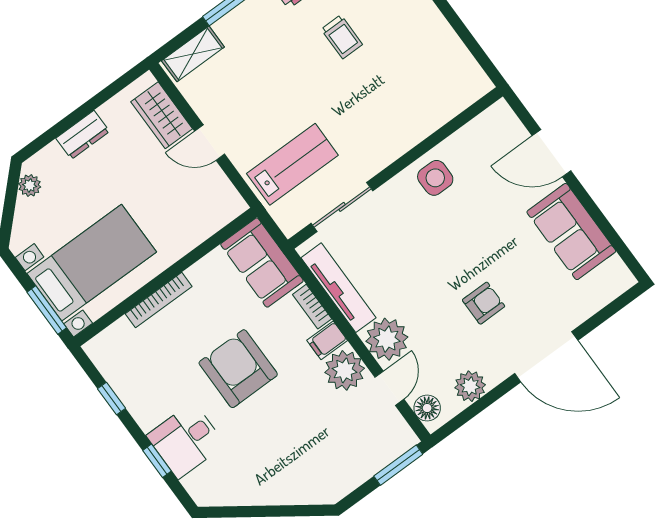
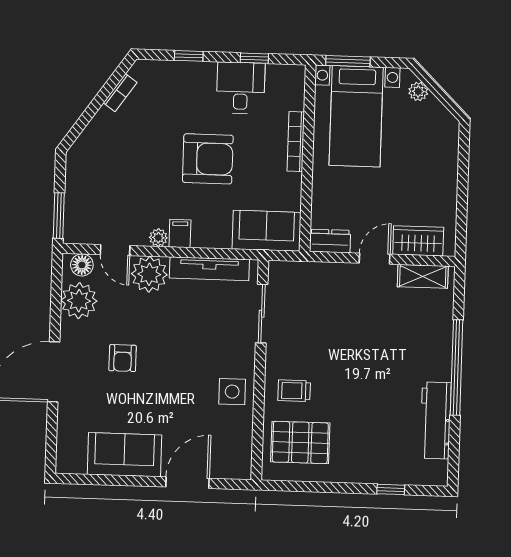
trolley: (342, 37) -> (294, 391), moved
shelving: (193, 54) -> (423, 276), moved, turned 90
pallet: (433, 78) -> (300, 442), added
dresser: (83, 135) -> (330, 241), moved, turned 90
lab bench: (292, 164) -> (316, 303), removed
plant: (30, 185) -> (418, 91), moved
bookcase: (312, 307) -> (120, 93), moved, turned 125
plant: (345, 370) -> (158, 238), width x0.53, depth x0.53
plant: (470, 386) -> (79, 301), width x1.36, depth x1.36
desk: (186, 440) -> (241, 88), moved

